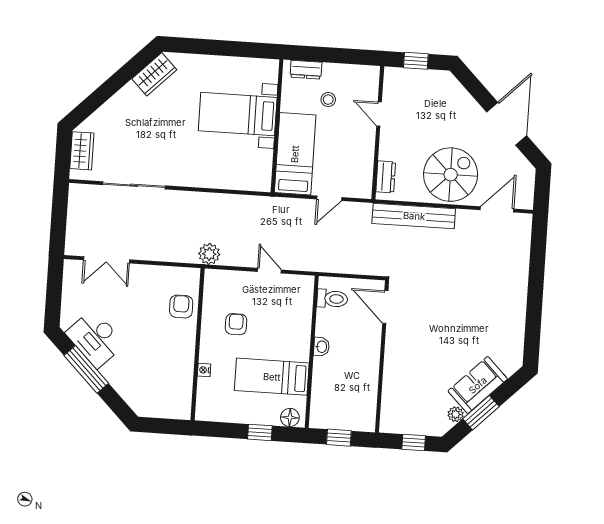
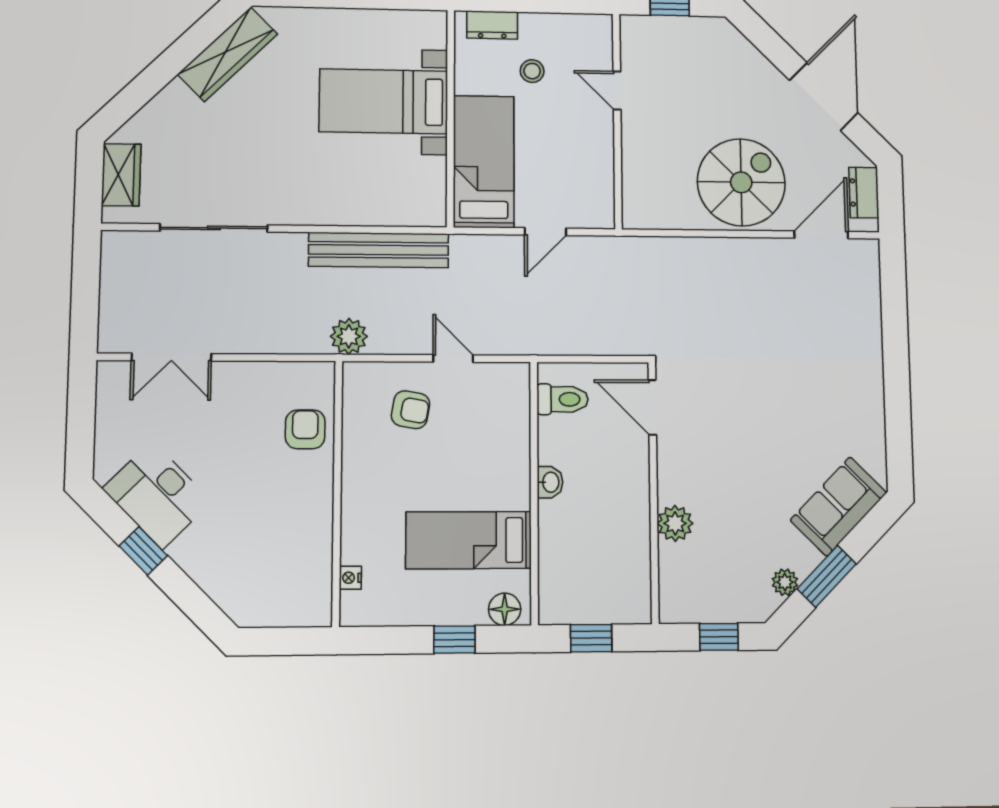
wardrobe: (154, 74) -> (228, 54), width x1.50
dresser: (386, 177) -> (864, 193), moved, turned 180
bench: (414, 216) -> (379, 250), moved
armchair: (236, 324) -> (410, 410), moved, turned 100
window: (86, 369) -> (143, 551), width x0.46
nightstand: (204, 370) -> (350, 578), moved
plant: (393, 376) -> (675, 523), added
sofa: (478, 385) -> (838, 506), moved

